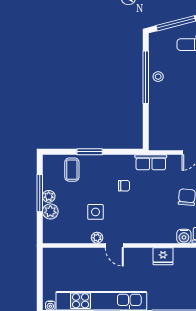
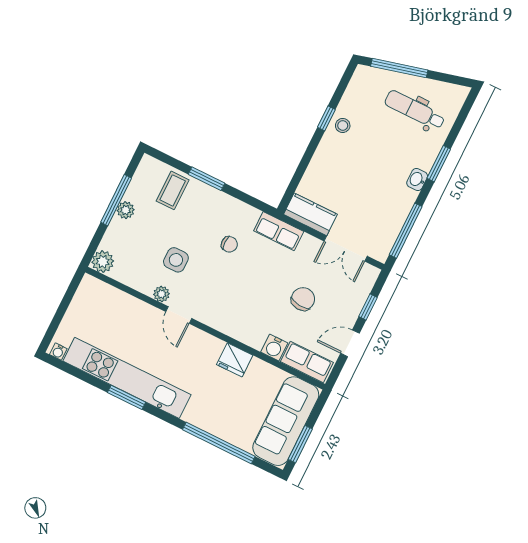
window: (146, 77) -> (326, 118), width x0.32
kitchen counter: (165, 142) -> (310, 214), added
plant: (50, 211) -> (103, 262), moved

